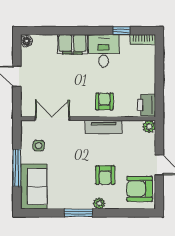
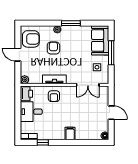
filing cabinet: (72, 44) -> (70, 134), width x0.50
desk: (104, 51) -> (31, 112), moved, turned 90

